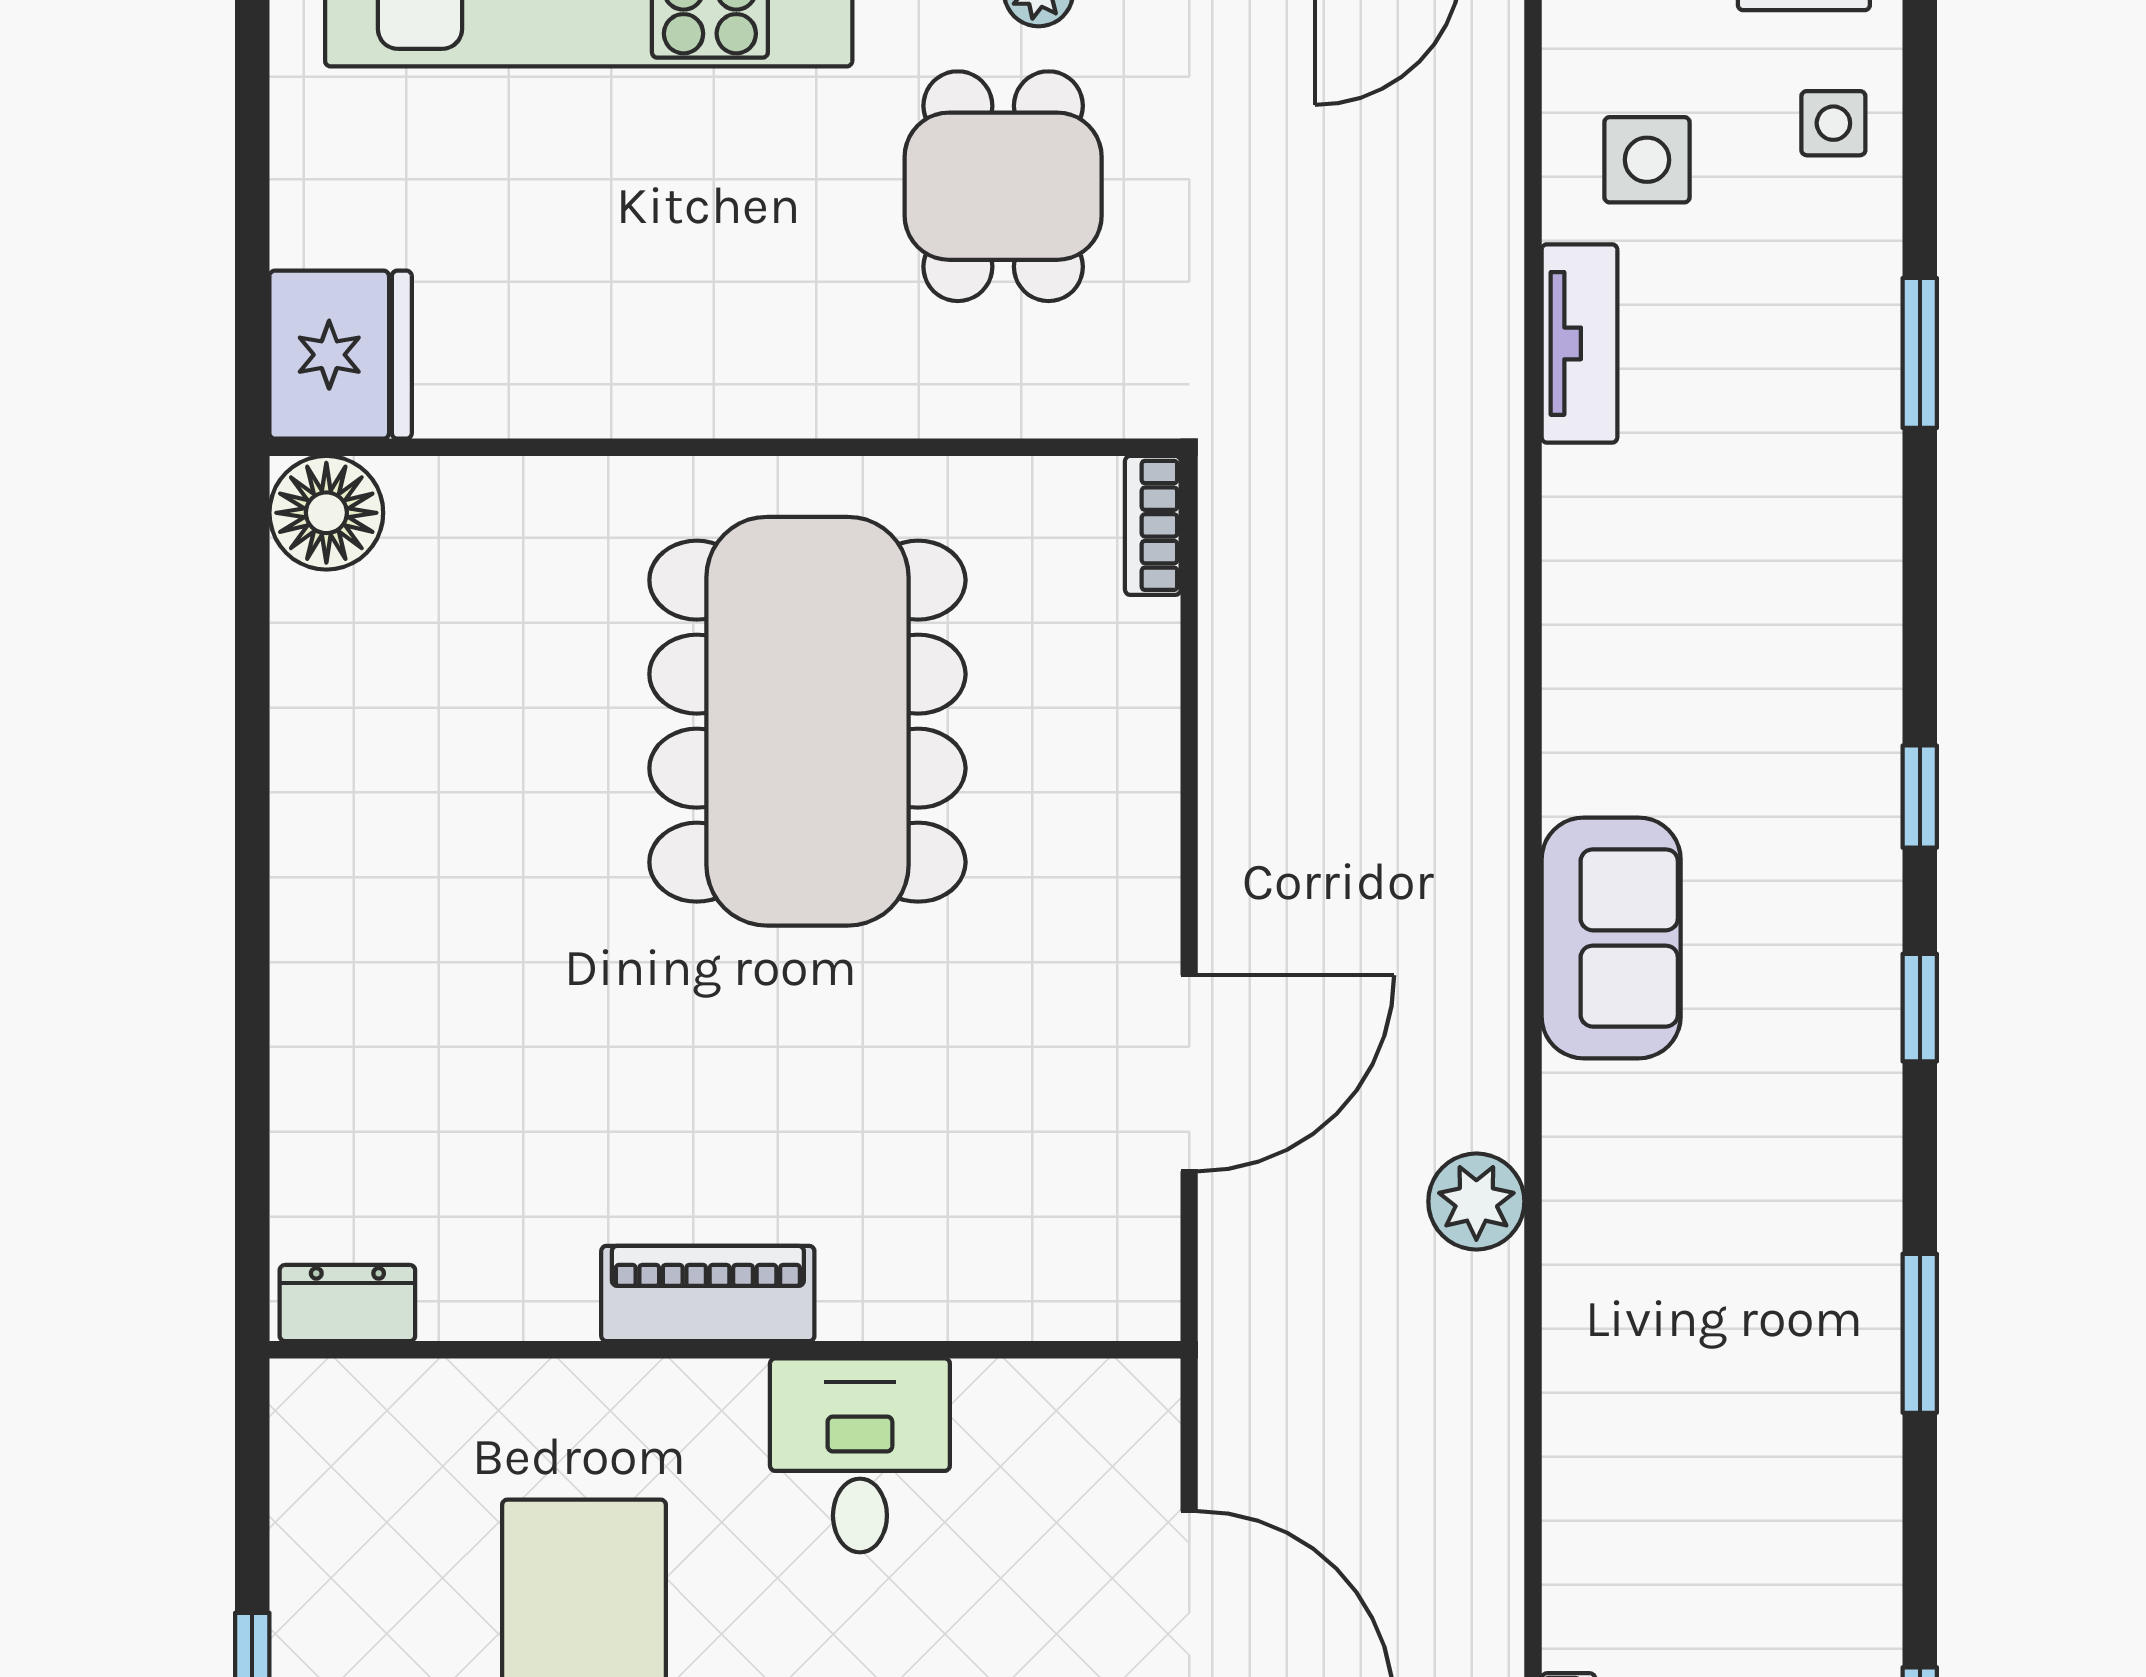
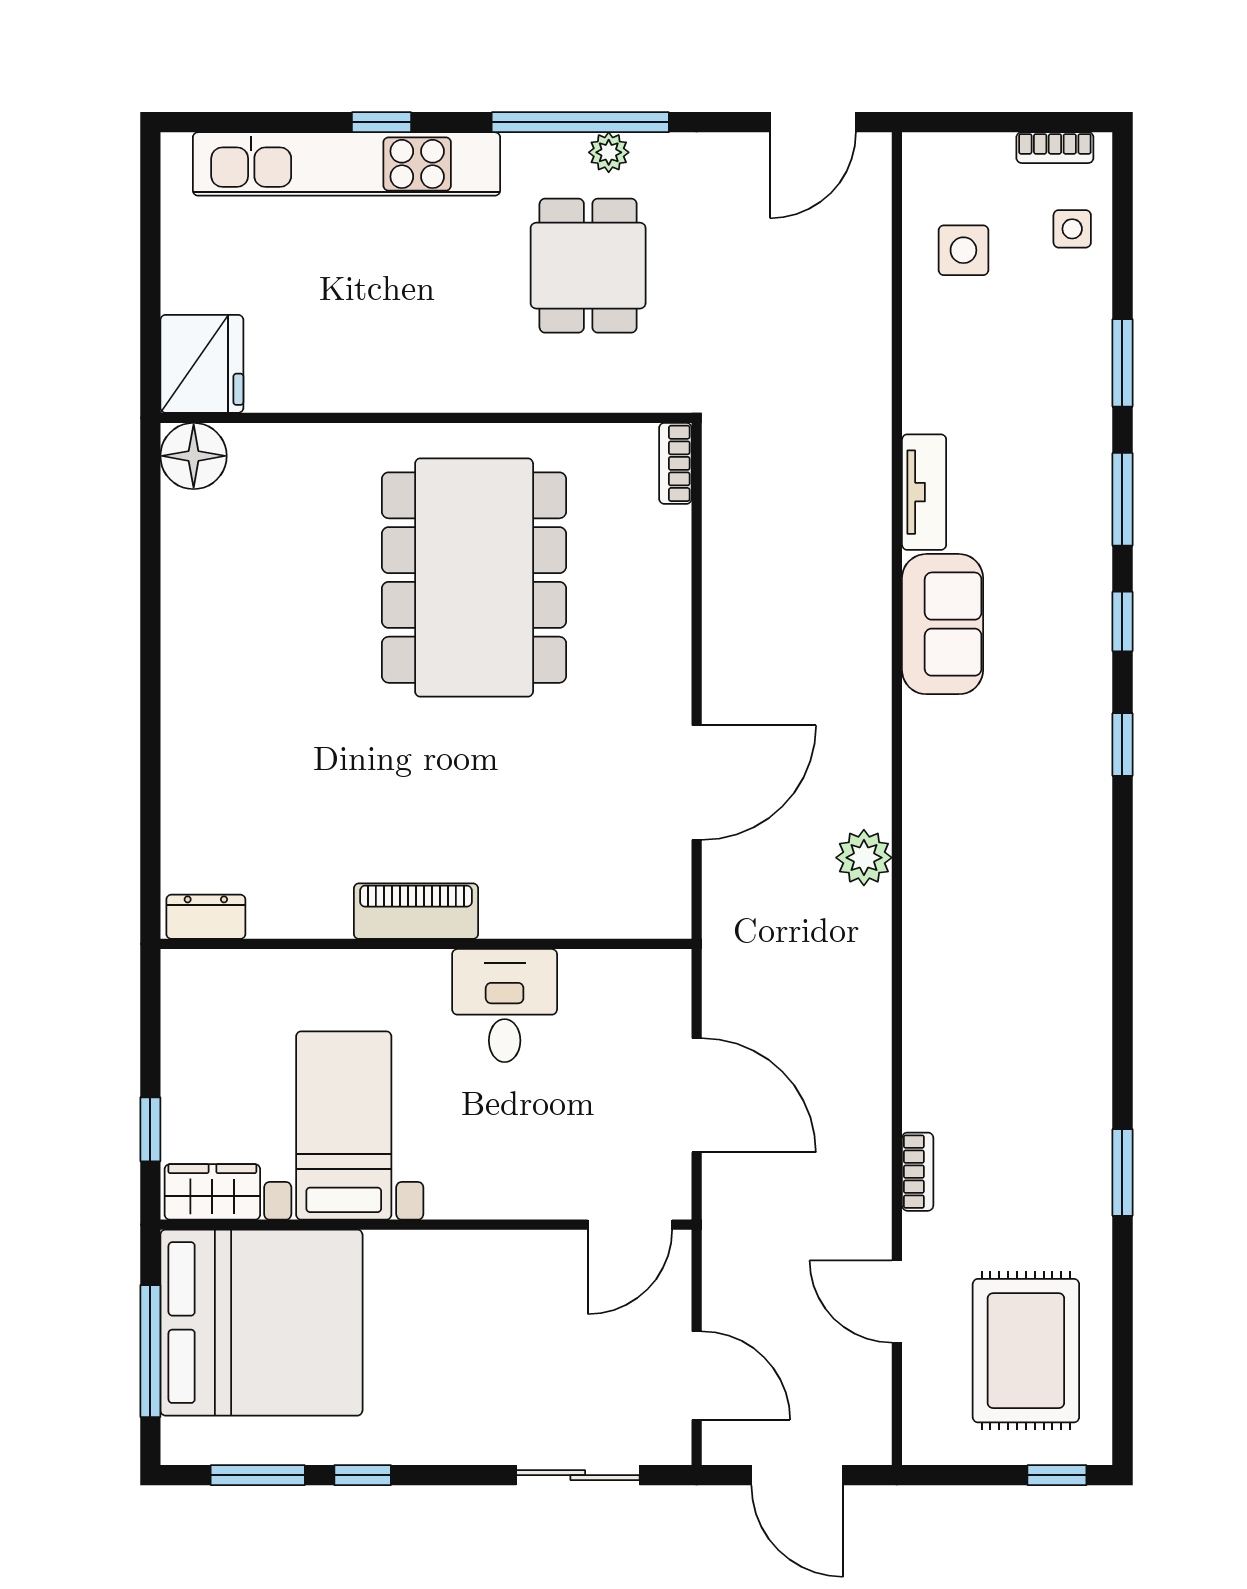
tv unit: (1579, 343) -> (924, 492), moved
sofa: (1611, 938) -> (943, 624), moved
window: (1920, 1333) -> (1122, 499), moved

